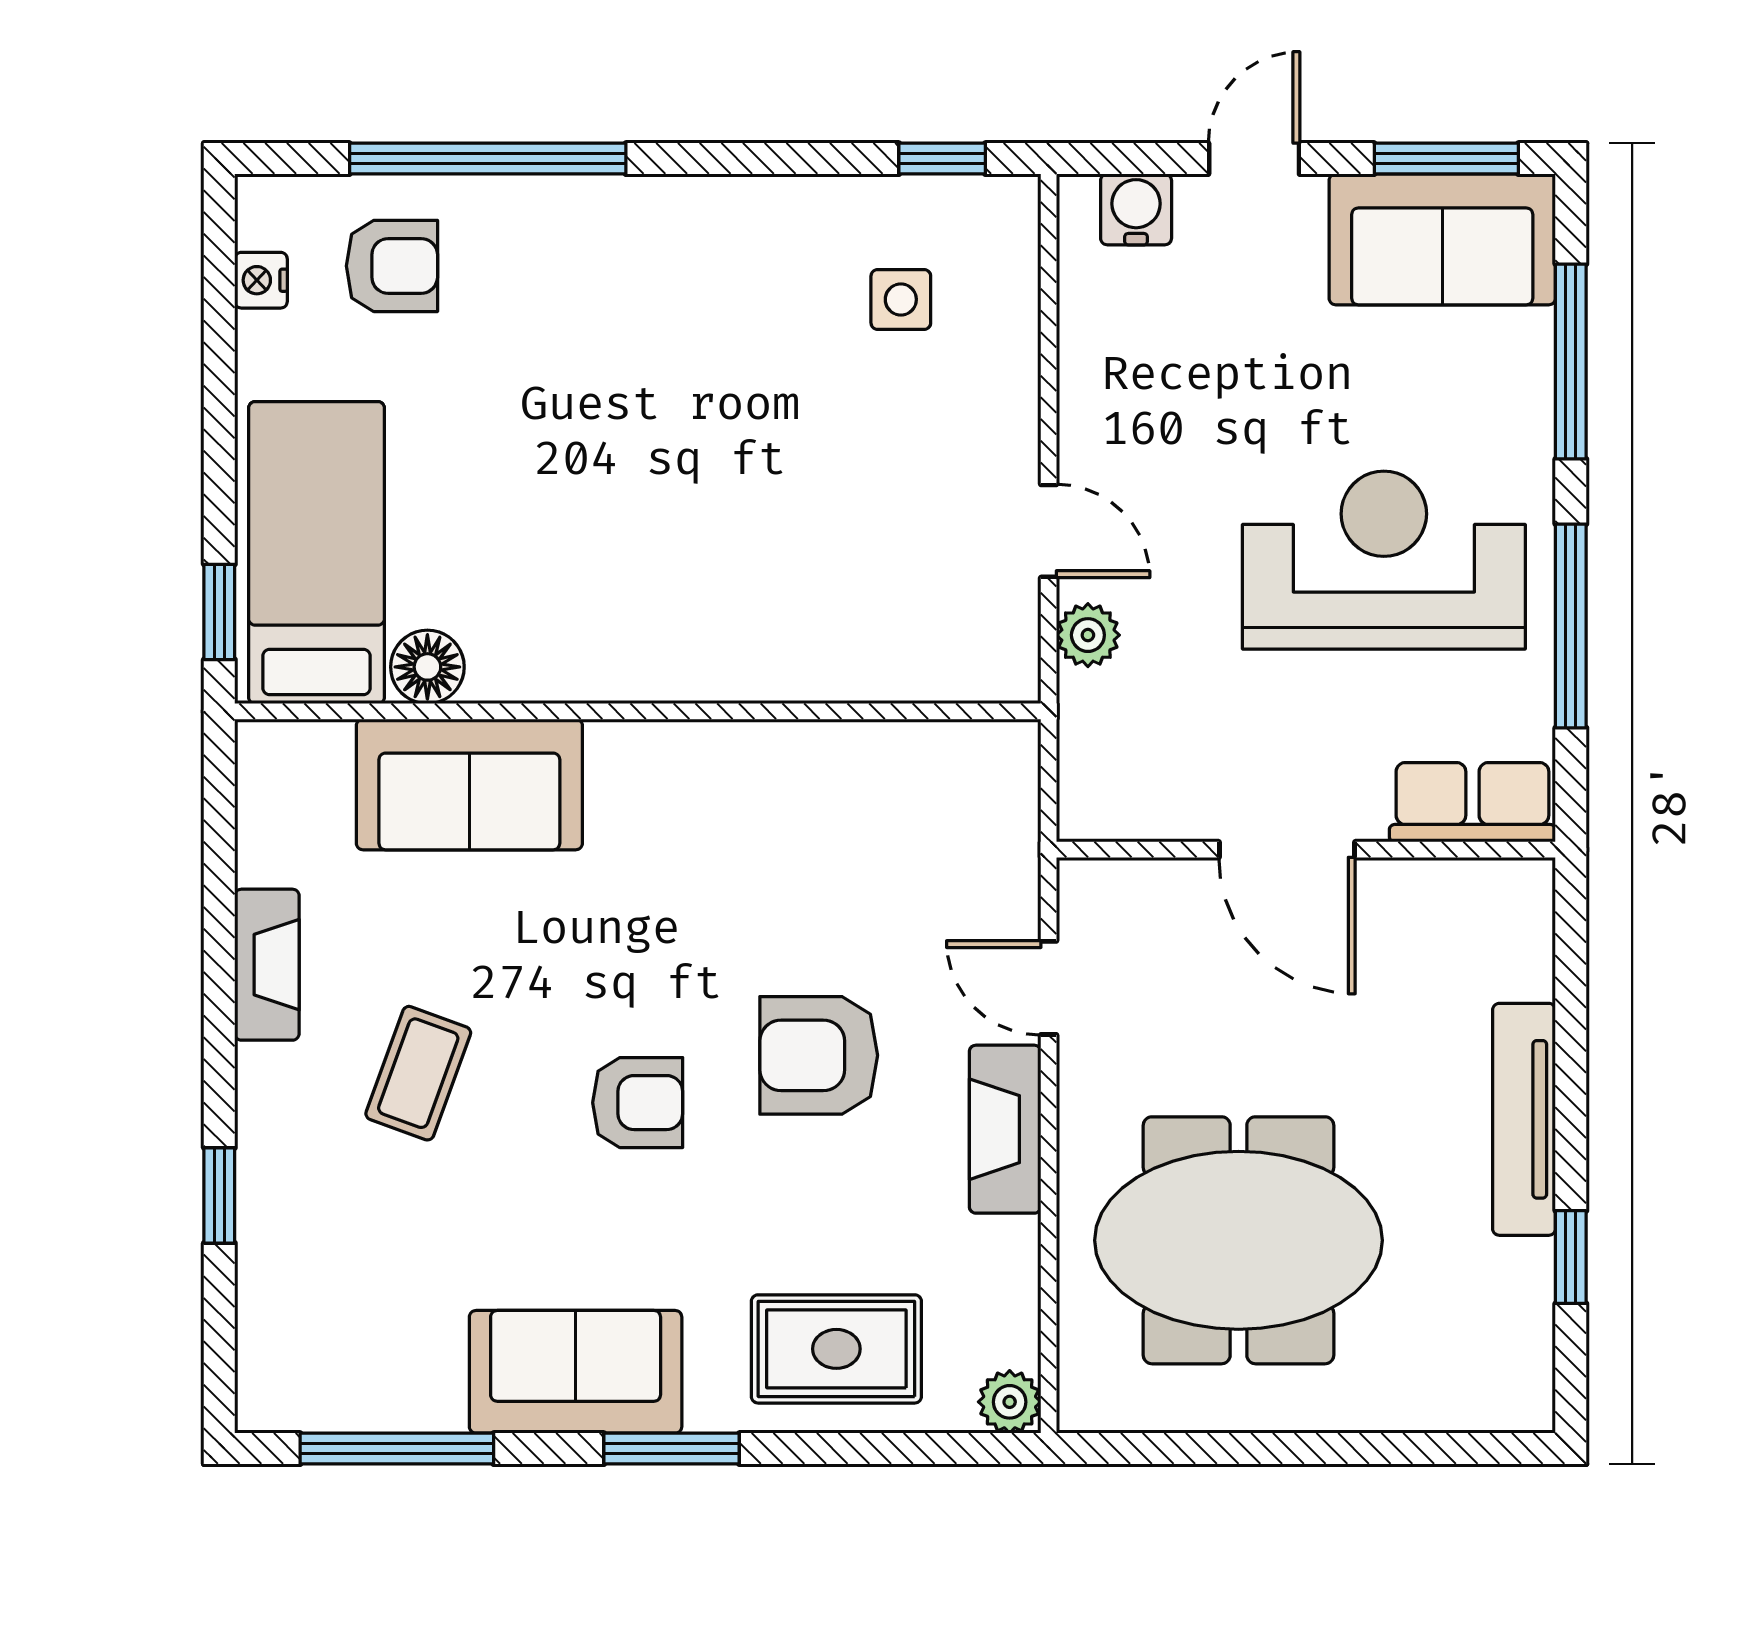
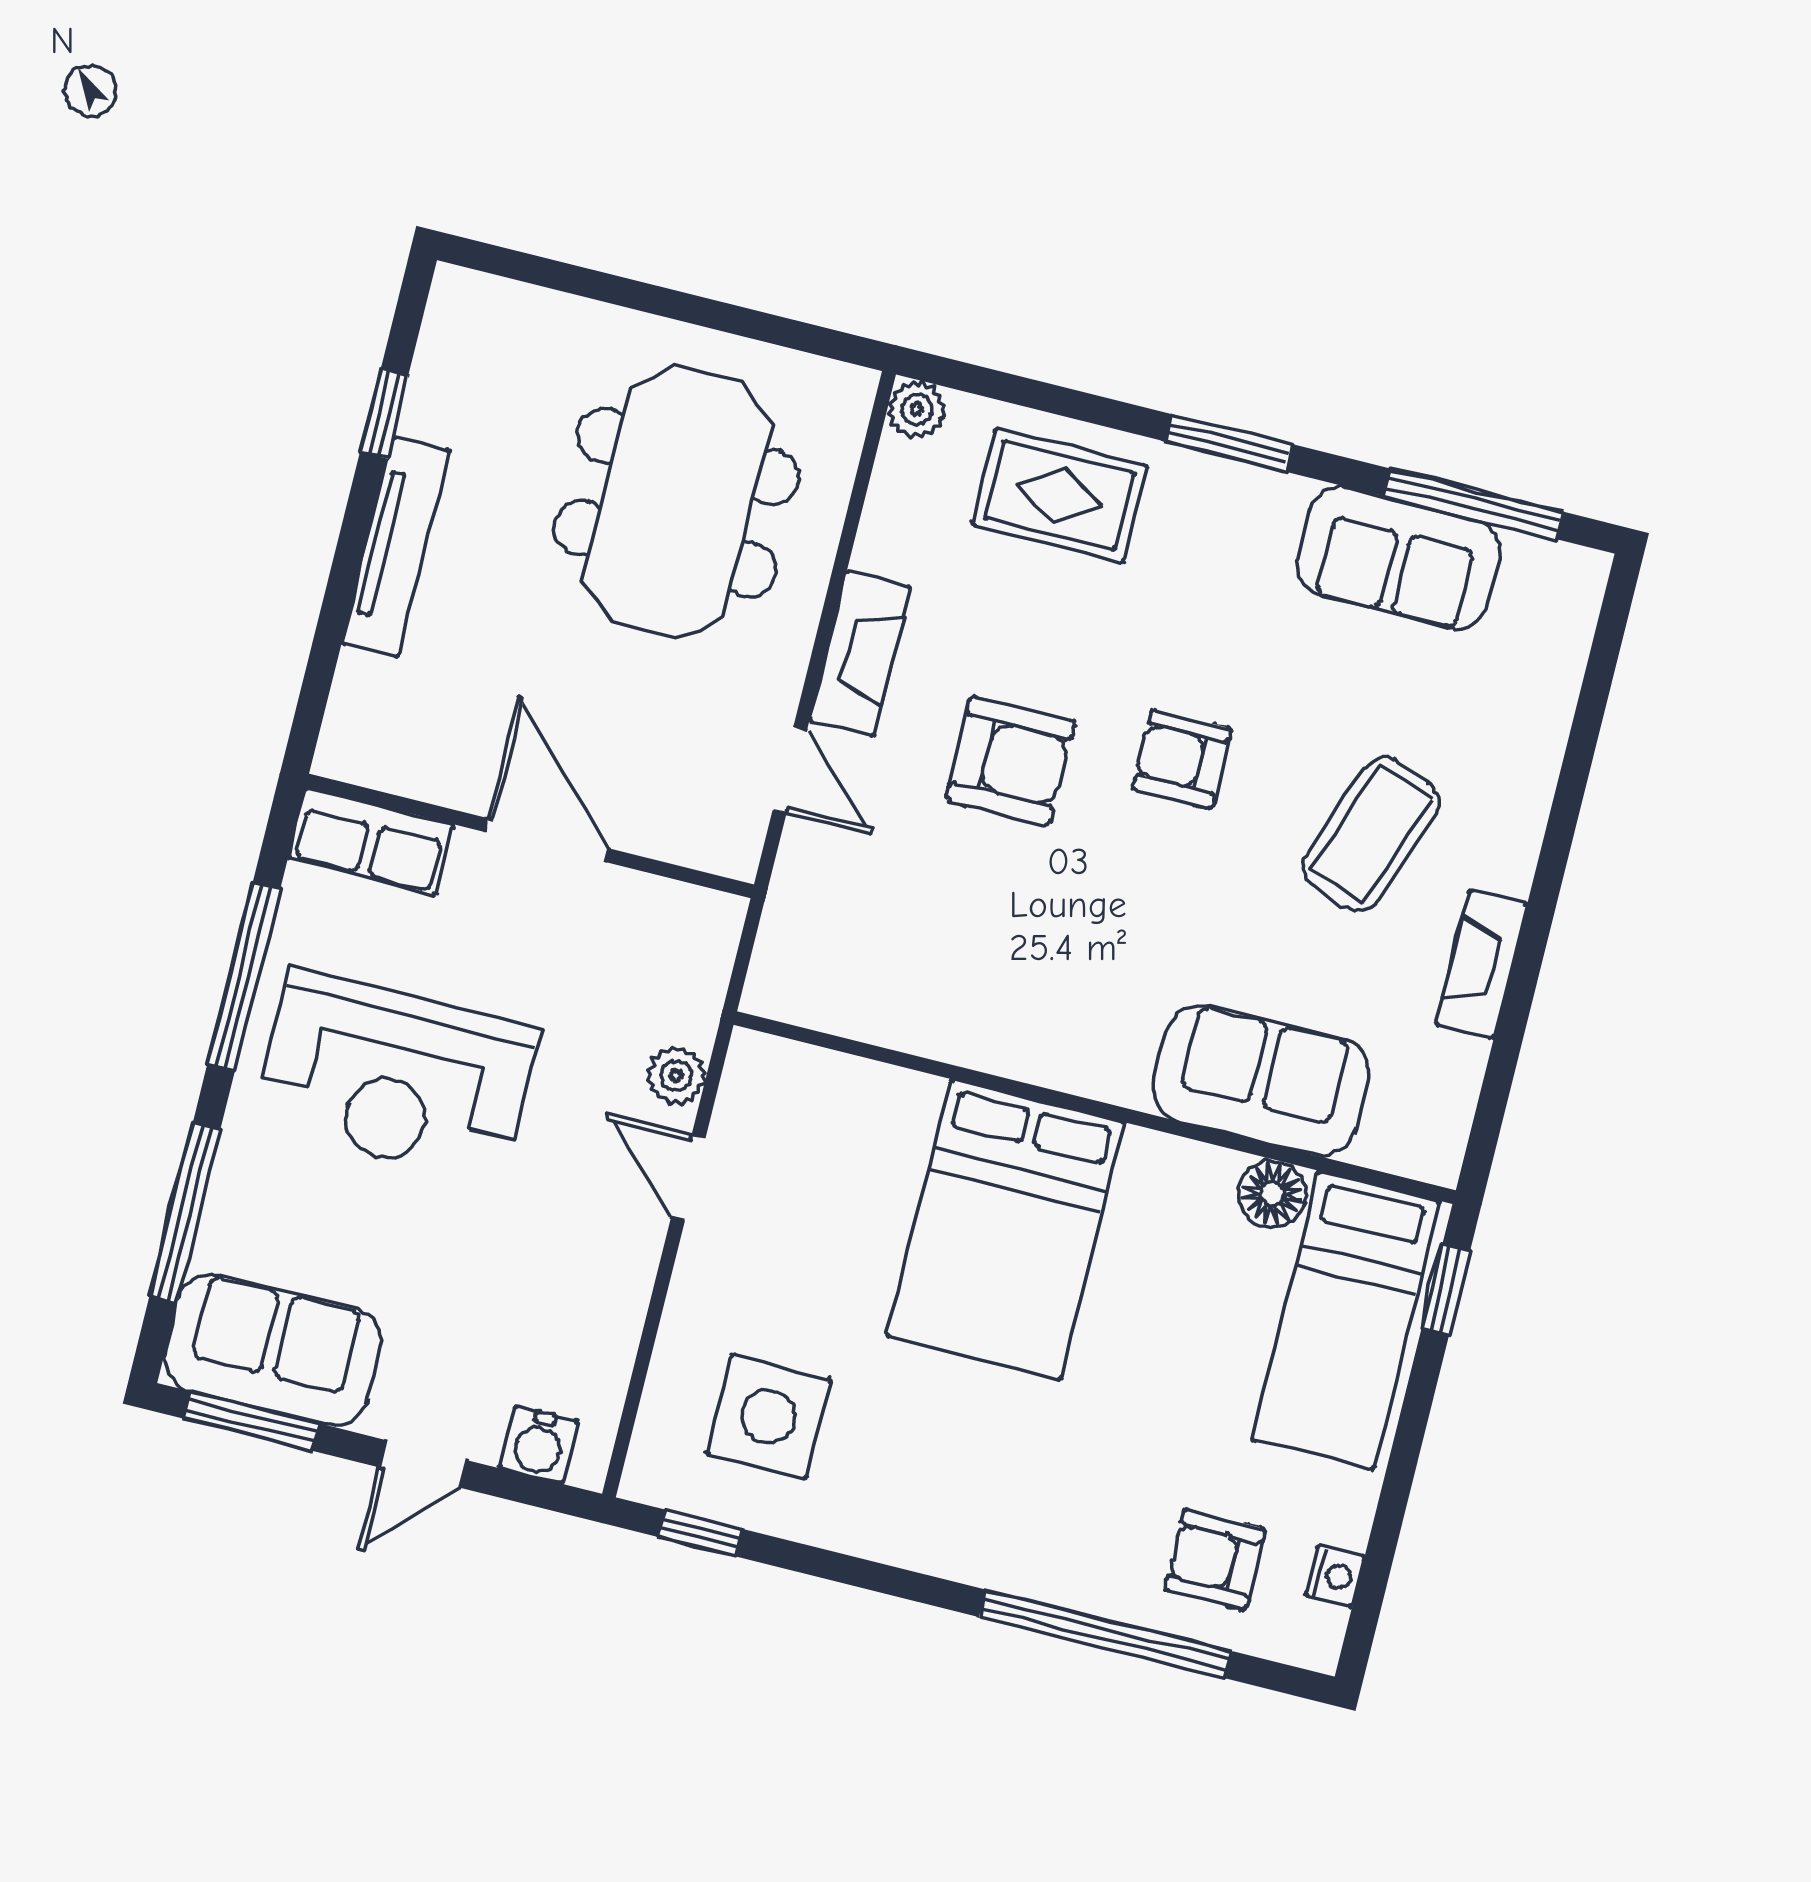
side table: (901, 299) -> (769, 1417), width x1.87, depth x1.87
bed: (700, 559) -> (1006, 1230), added
coffee table: (418, 1073) -> (1371, 834), width x1.36, depth x1.30
window: (219, 1195) -> (1576, 769), removed
meeting table: (1239, 1240) -> (677, 503), turned 90
sofa: (576, 1372) -> (1398, 558), moved

